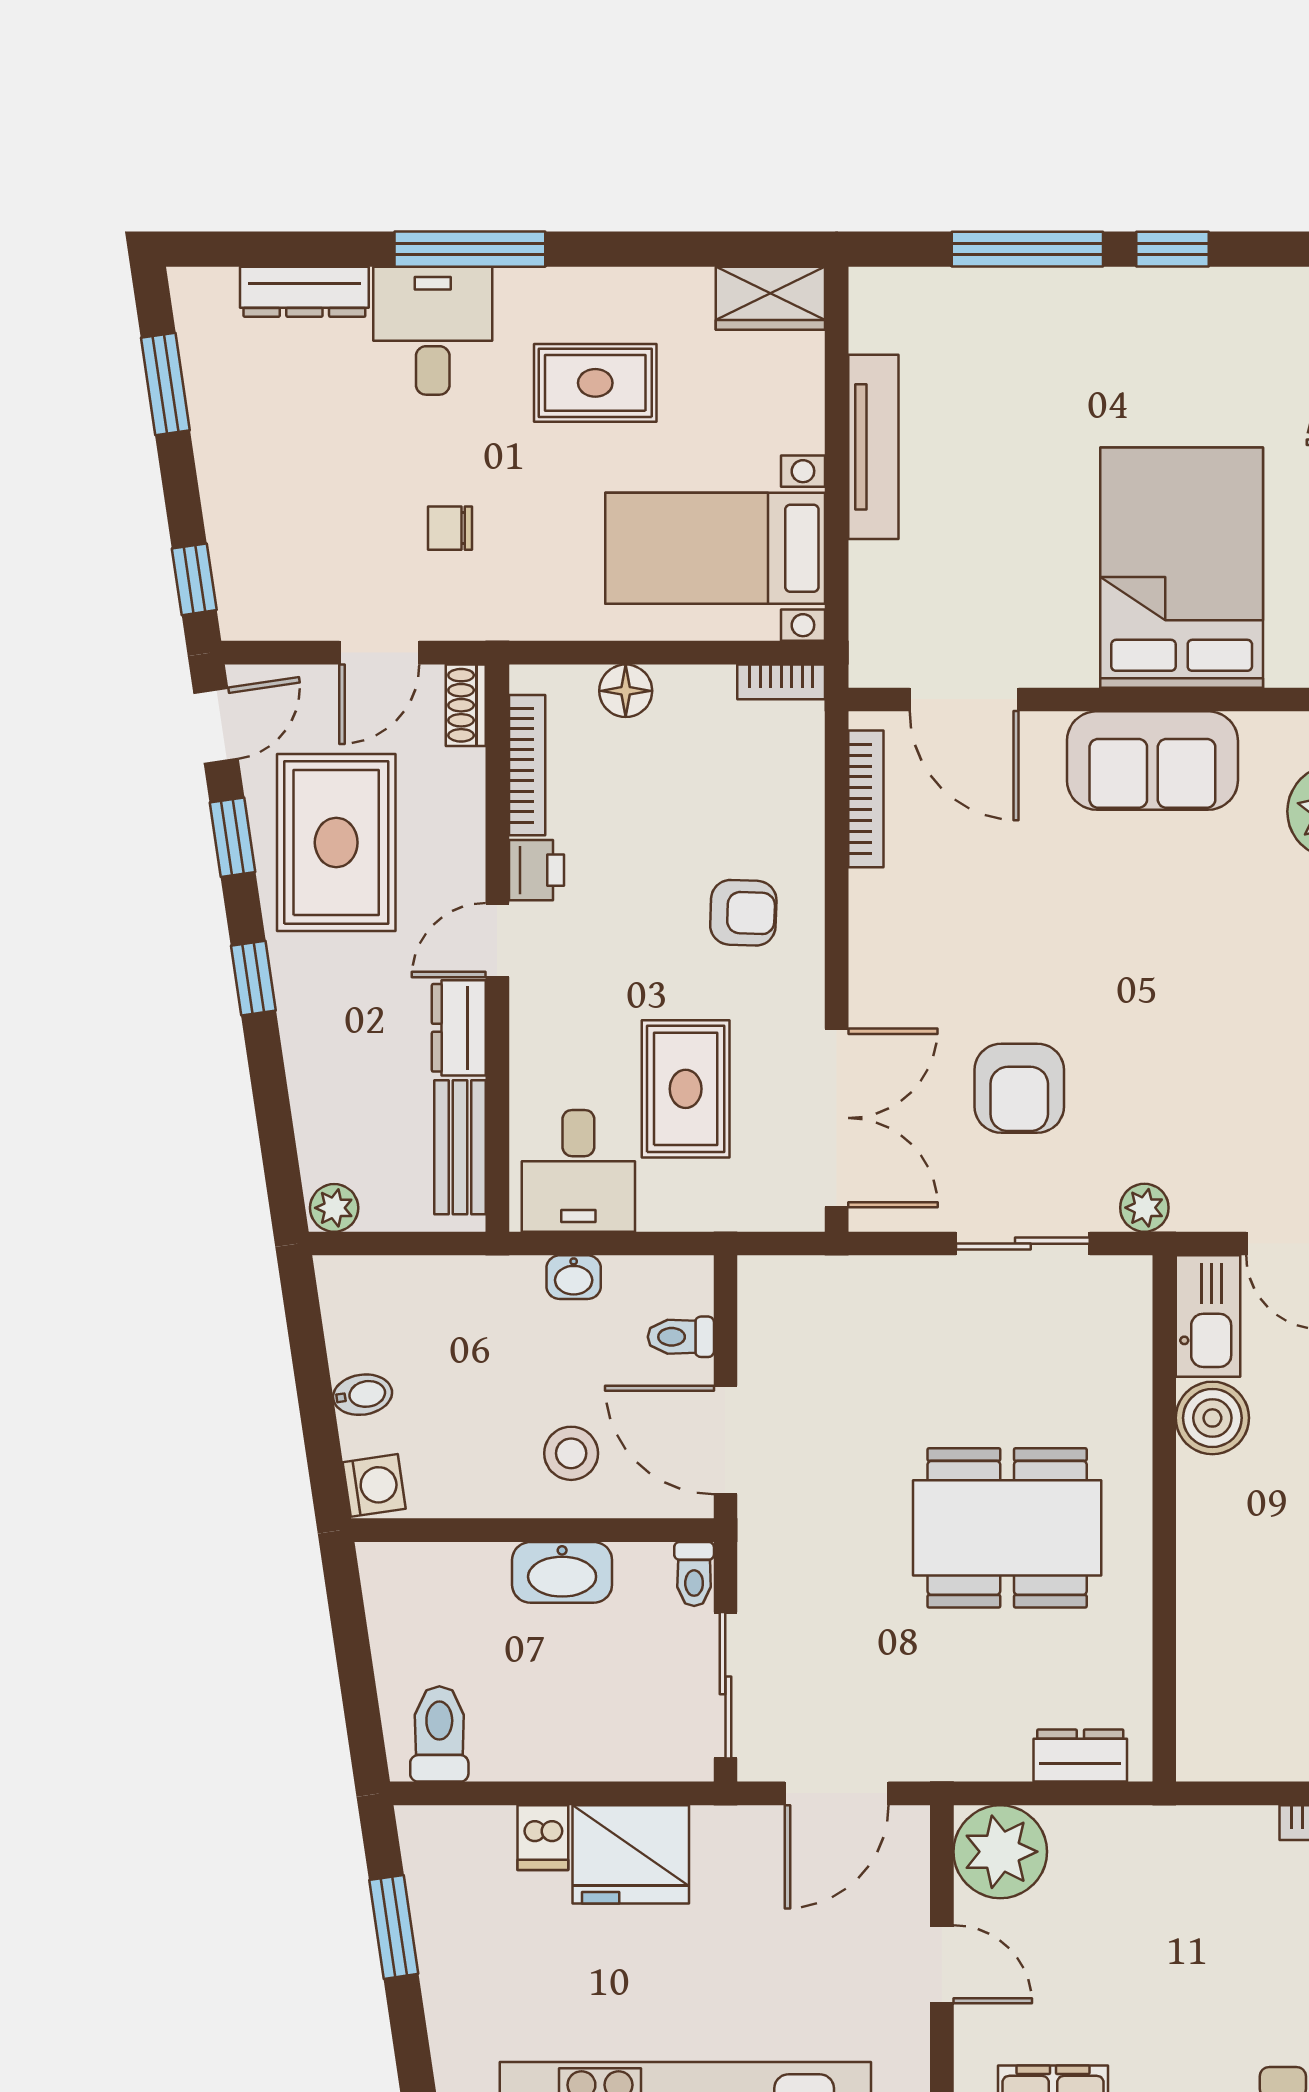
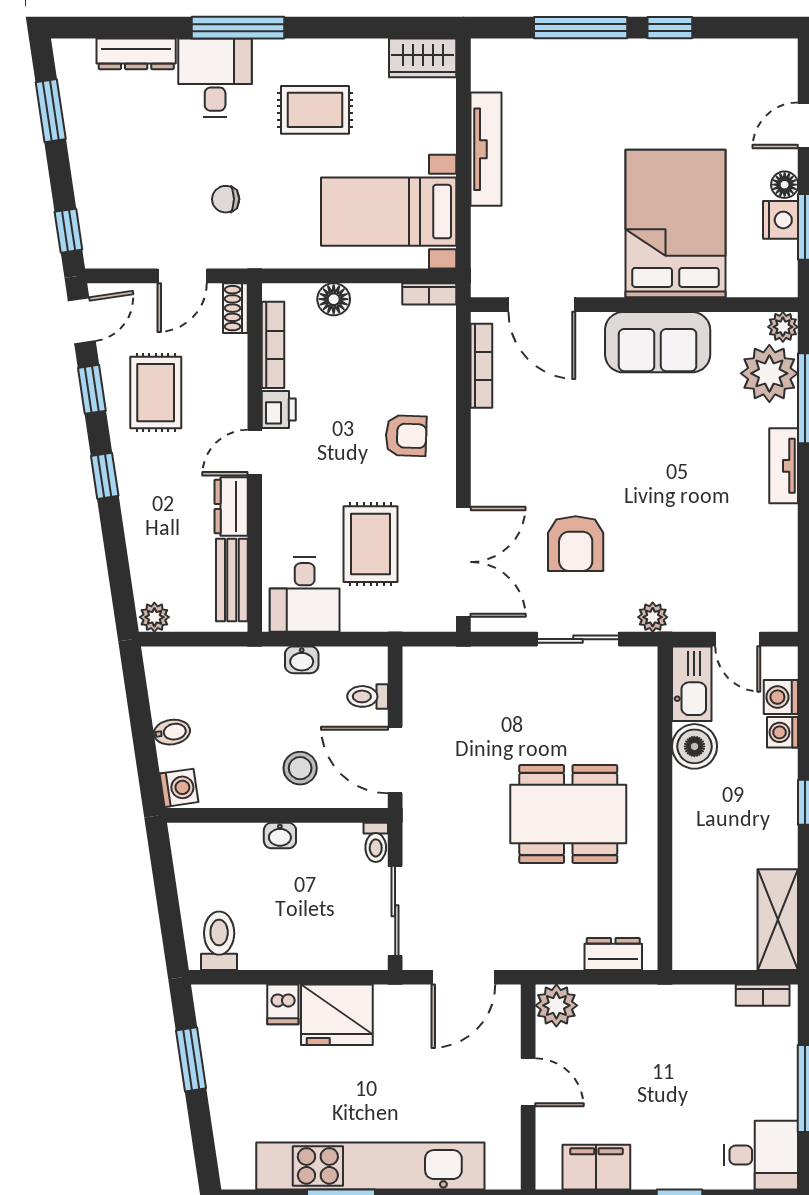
rug: (336, 843) -> (156, 393), width x0.73, depth x0.70
washbasin: (562, 1572) -> (280, 836), width x0.52, depth x0.69
plant: (1000, 1852) -> (556, 1005), width x0.73, depth x0.73

